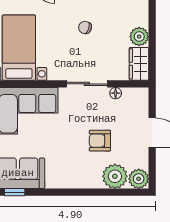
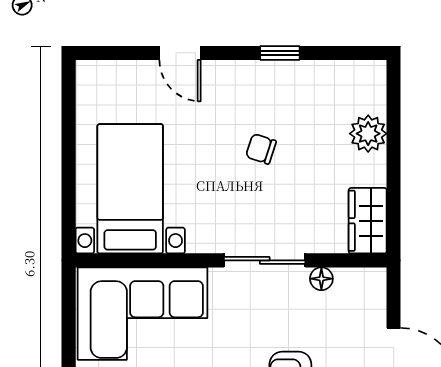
plant: (139, 37) -> (368, 134), moved

